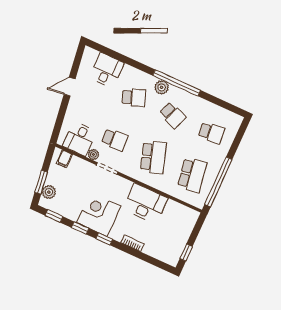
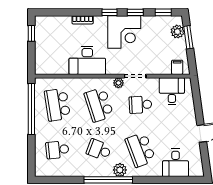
school desk: (134, 98) -> (140, 150), width x1.85
plant: (93, 155) -> (118, 83), moved

